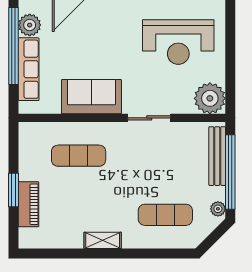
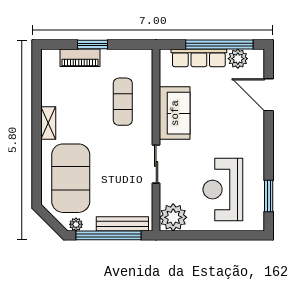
exercise mat: (165, 215) -> (71, 178), width x2.00, depth x1.45

